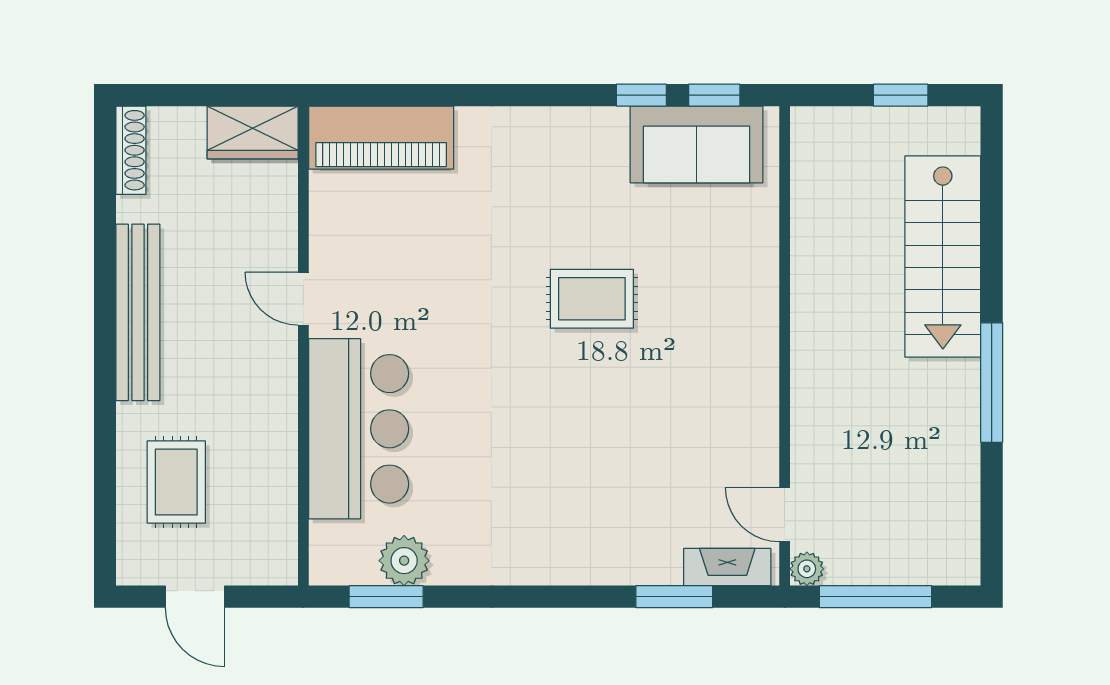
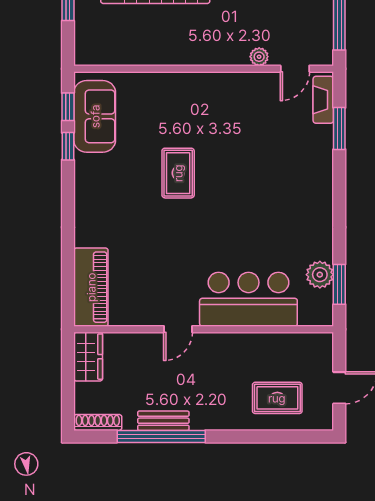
window: (105, 267) -> (161, 436), added
bench: (138, 312) -> (163, 421), width x0.54, depth x0.82
plant: (807, 569) -> (259, 57), moved

